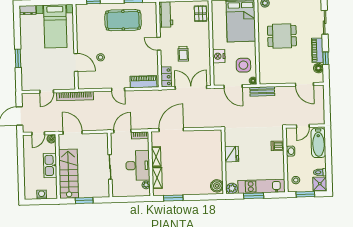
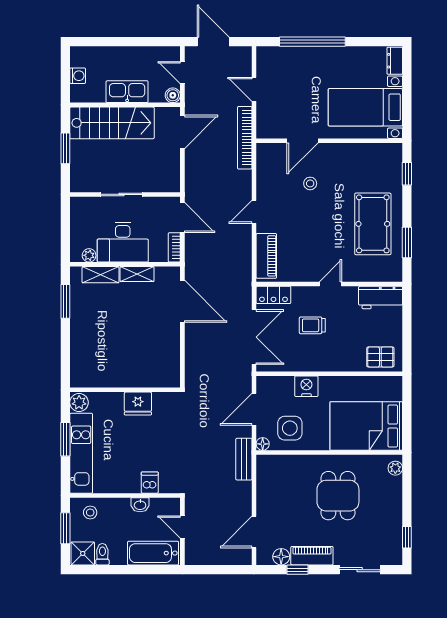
window: (18, 58) -> (312, 42), width x2.11
boiler: (217, 186) -> (84, 377), removed

